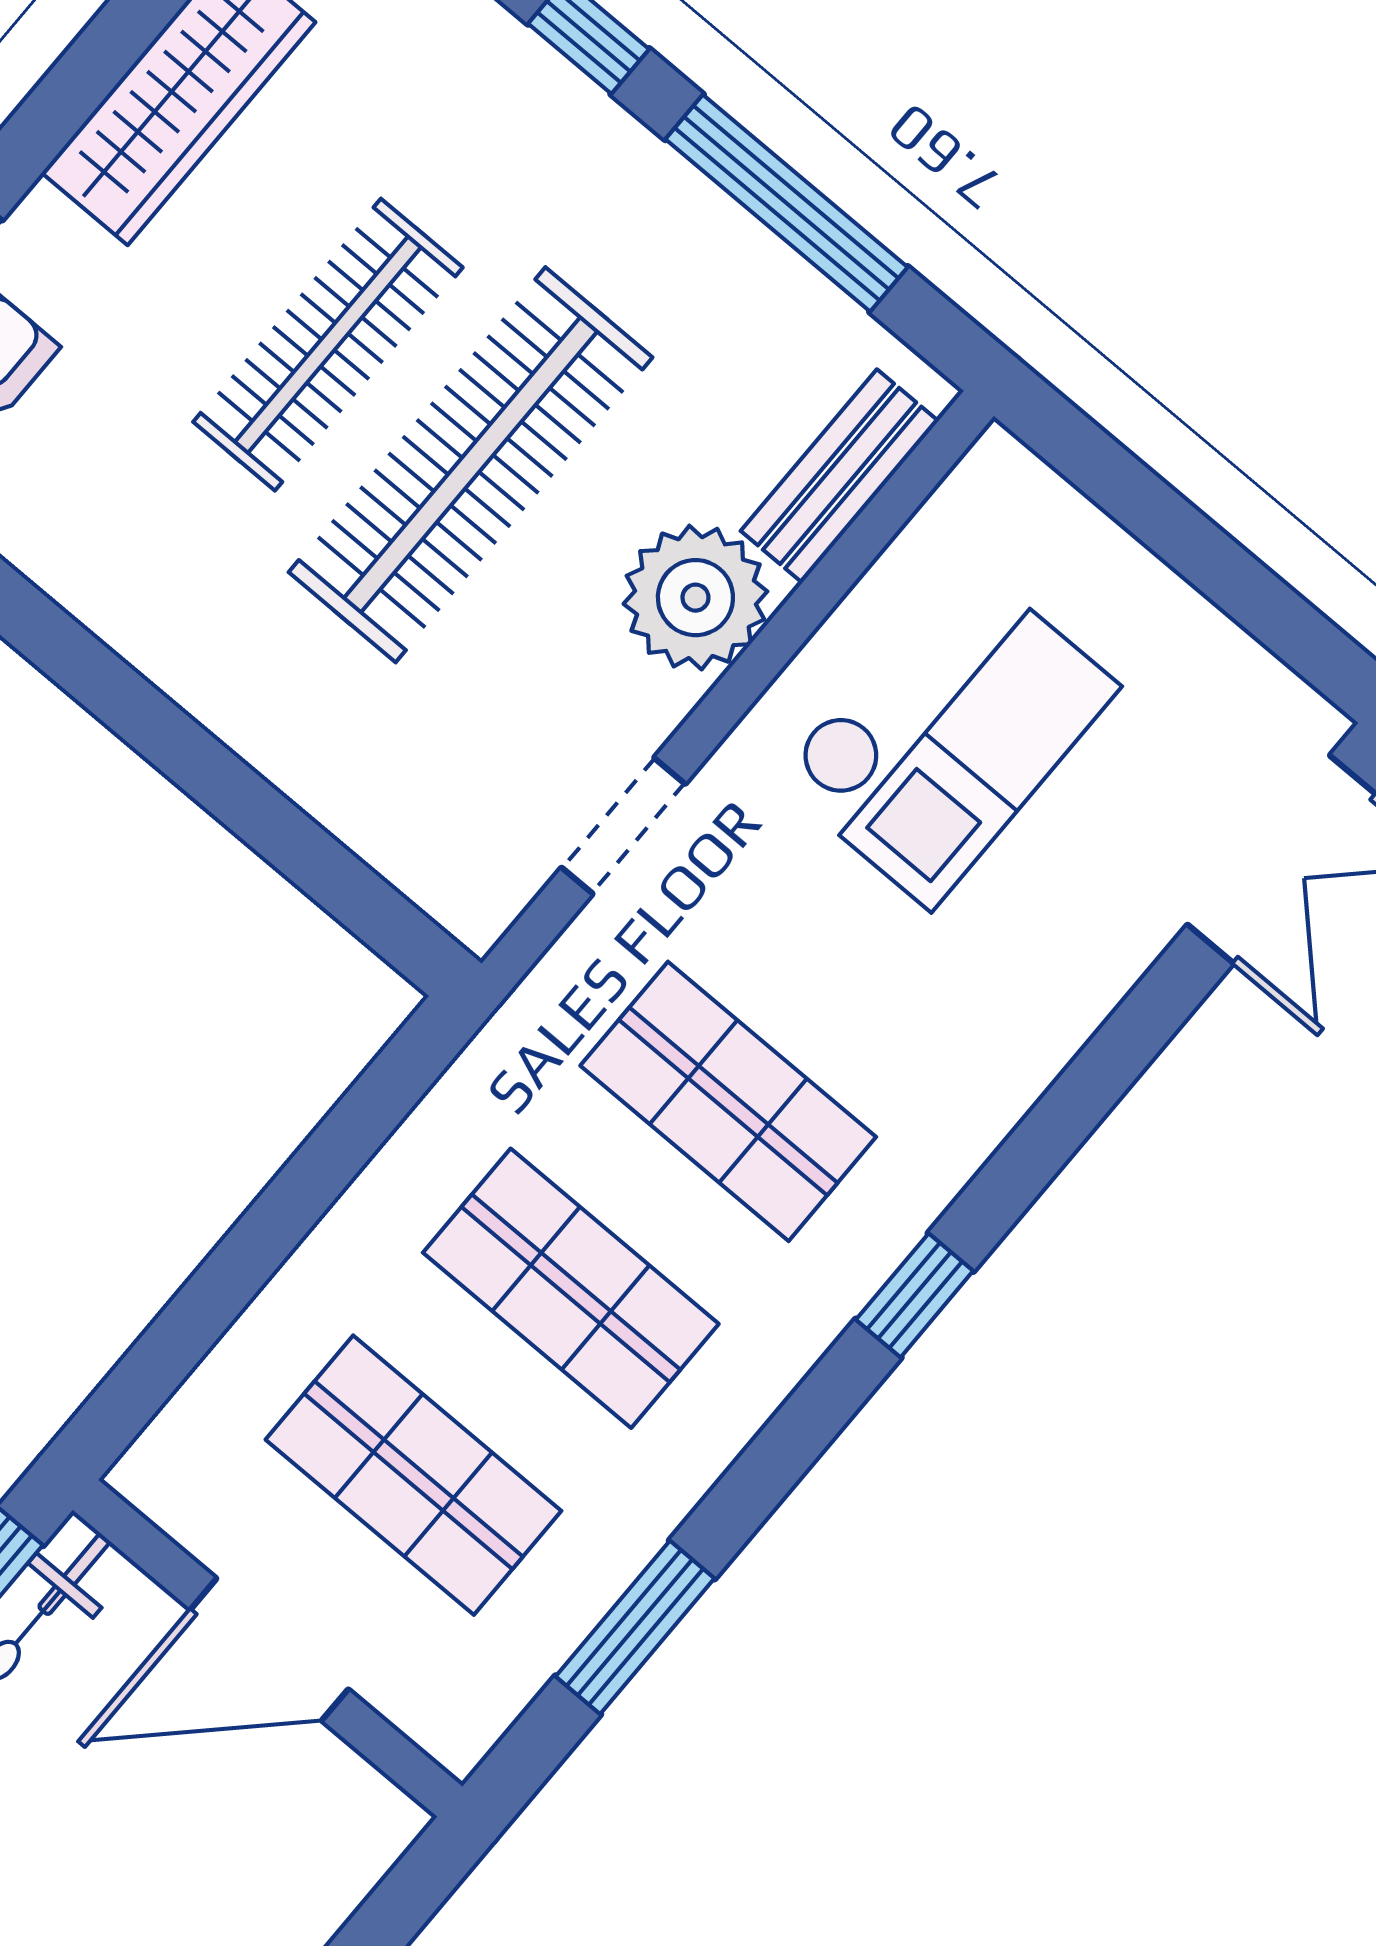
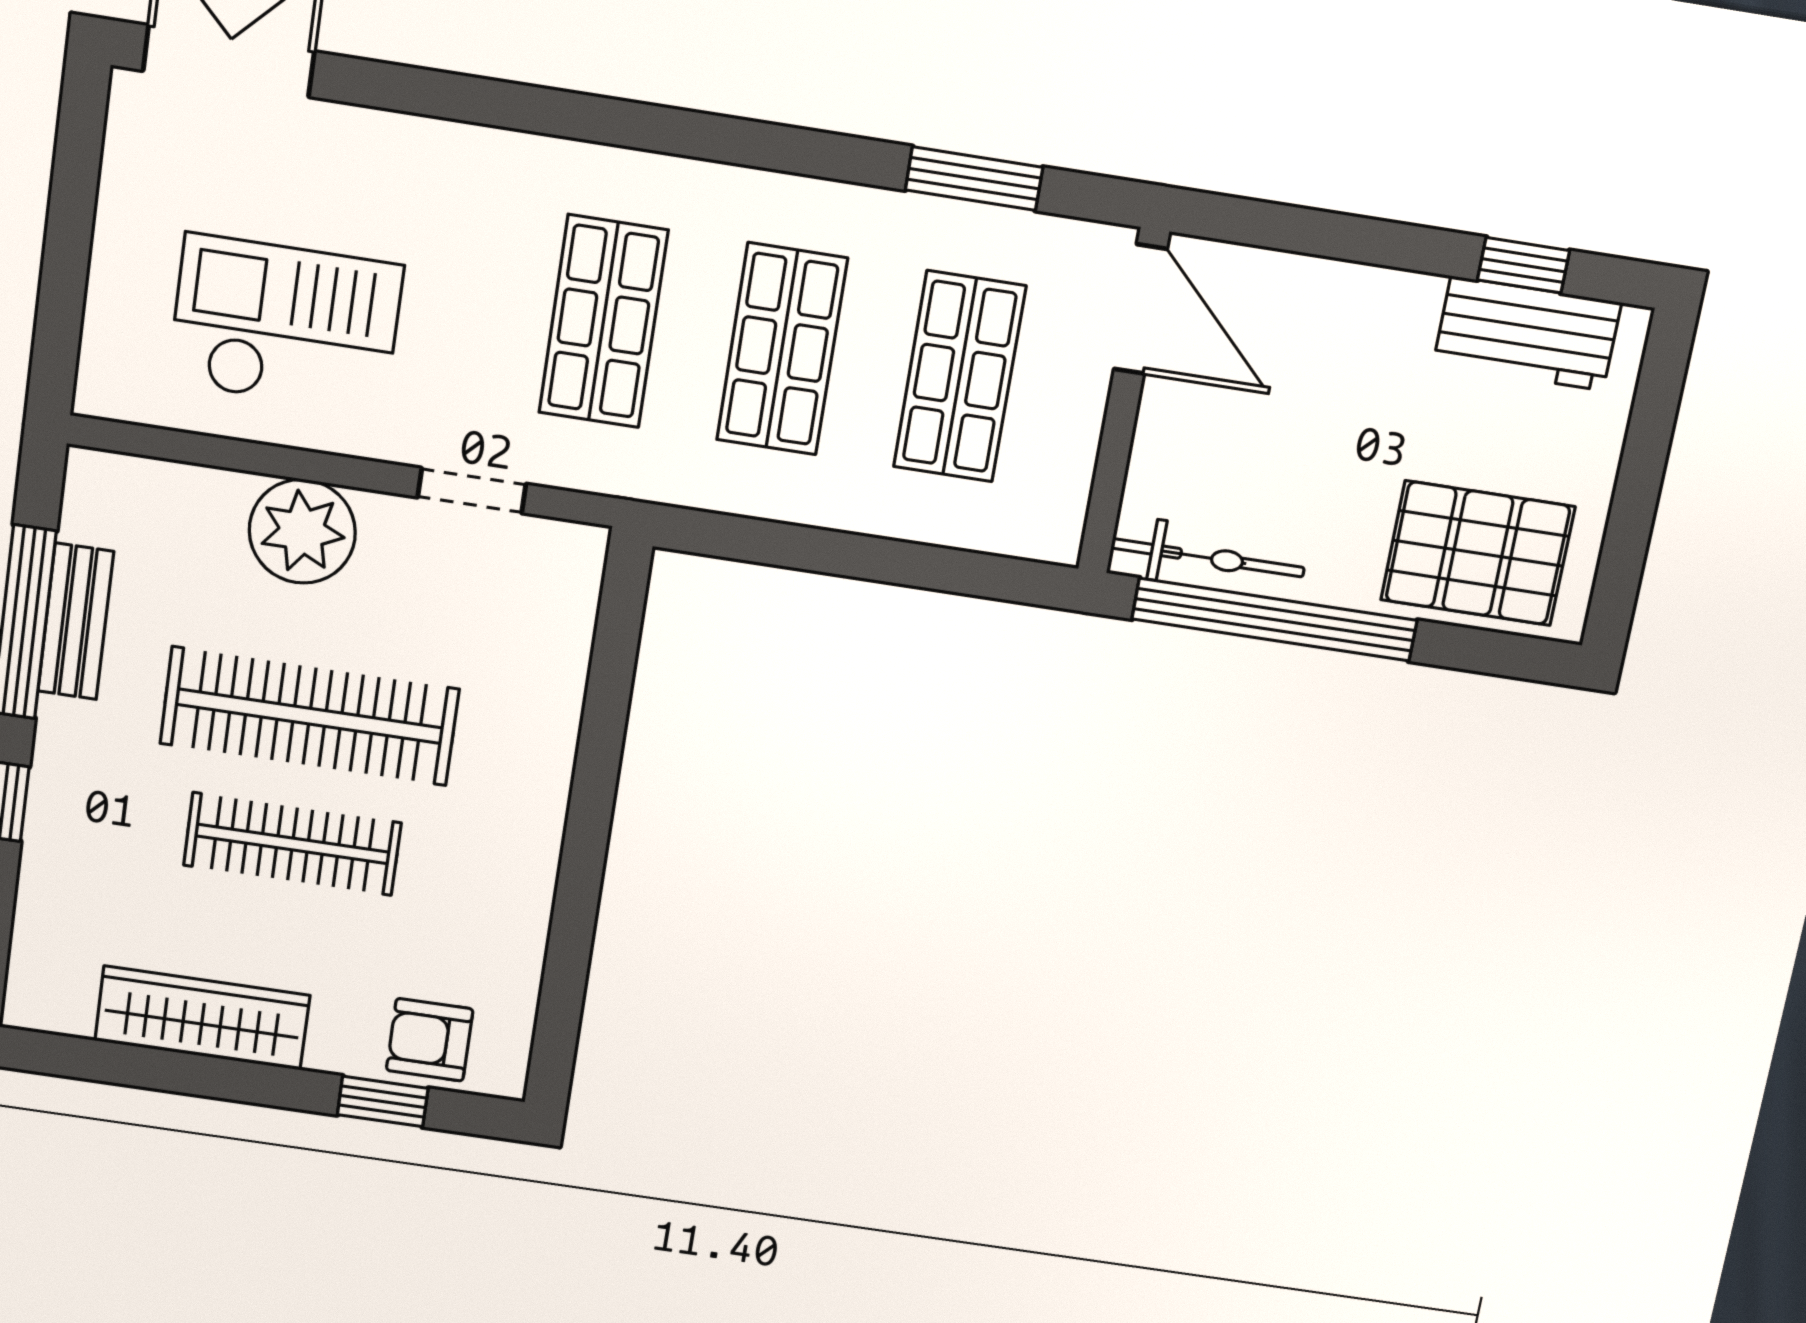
bench: (840, 476) -> (76, 621), moved, turned 90
window: (915, 1295) -> (654, 128), removed
door: (269, 1650) -> (1140, 309), moved

